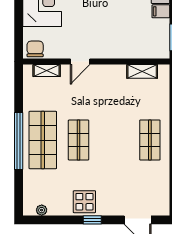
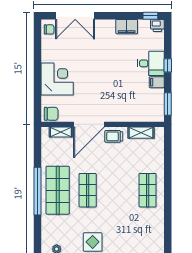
chair: (35, 49) -> (51, 114), turned 90
door: (80, 62) -> (89, 124), width x1.87
trolley: (110, 76) -> (114, 136), added

